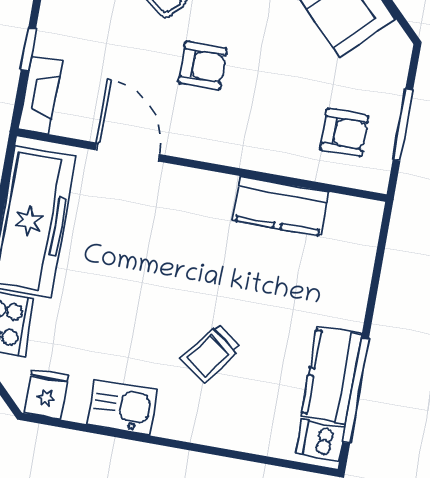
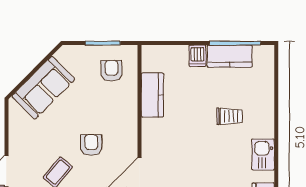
trolley: (211, 353) -> (230, 116), turned -37
dishwasher: (320, 440) -> (197, 56), moved

